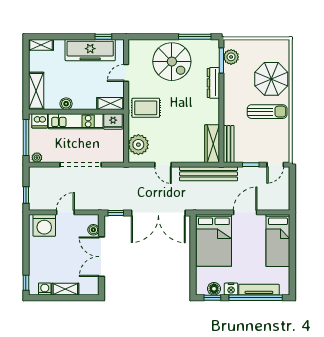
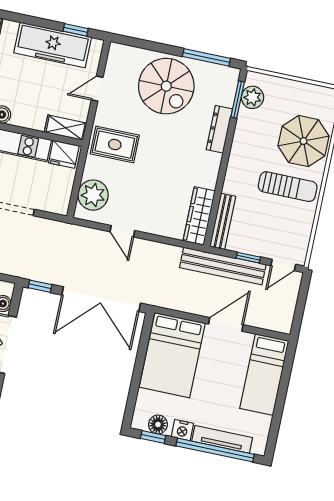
bench: (209, 174) -> (223, 266), moved

